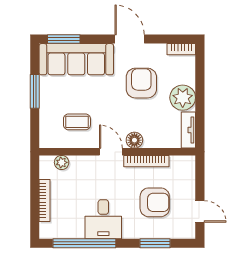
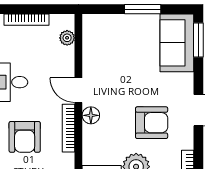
sofa: (76, 59) -> (177, 43), width x0.73
coffee table: (77, 122) -> (110, 54), removed
door: (111, 152) -> (78, 90), swing flipped

